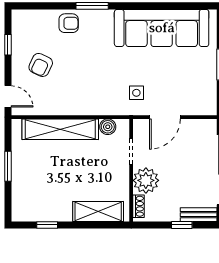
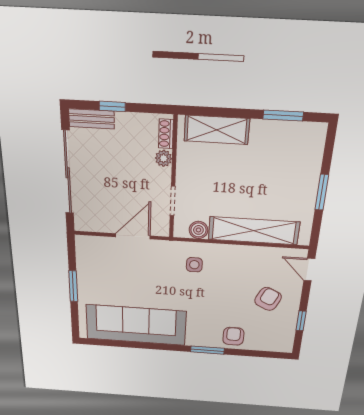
armchair: (69, 23) -> (233, 336), turned 90
side table: (136, 93) -> (194, 265), moved
plant: (146, 180) -> (164, 158), width x0.53, depth x0.53
window: (47, 225) -> (283, 116), width x1.50

